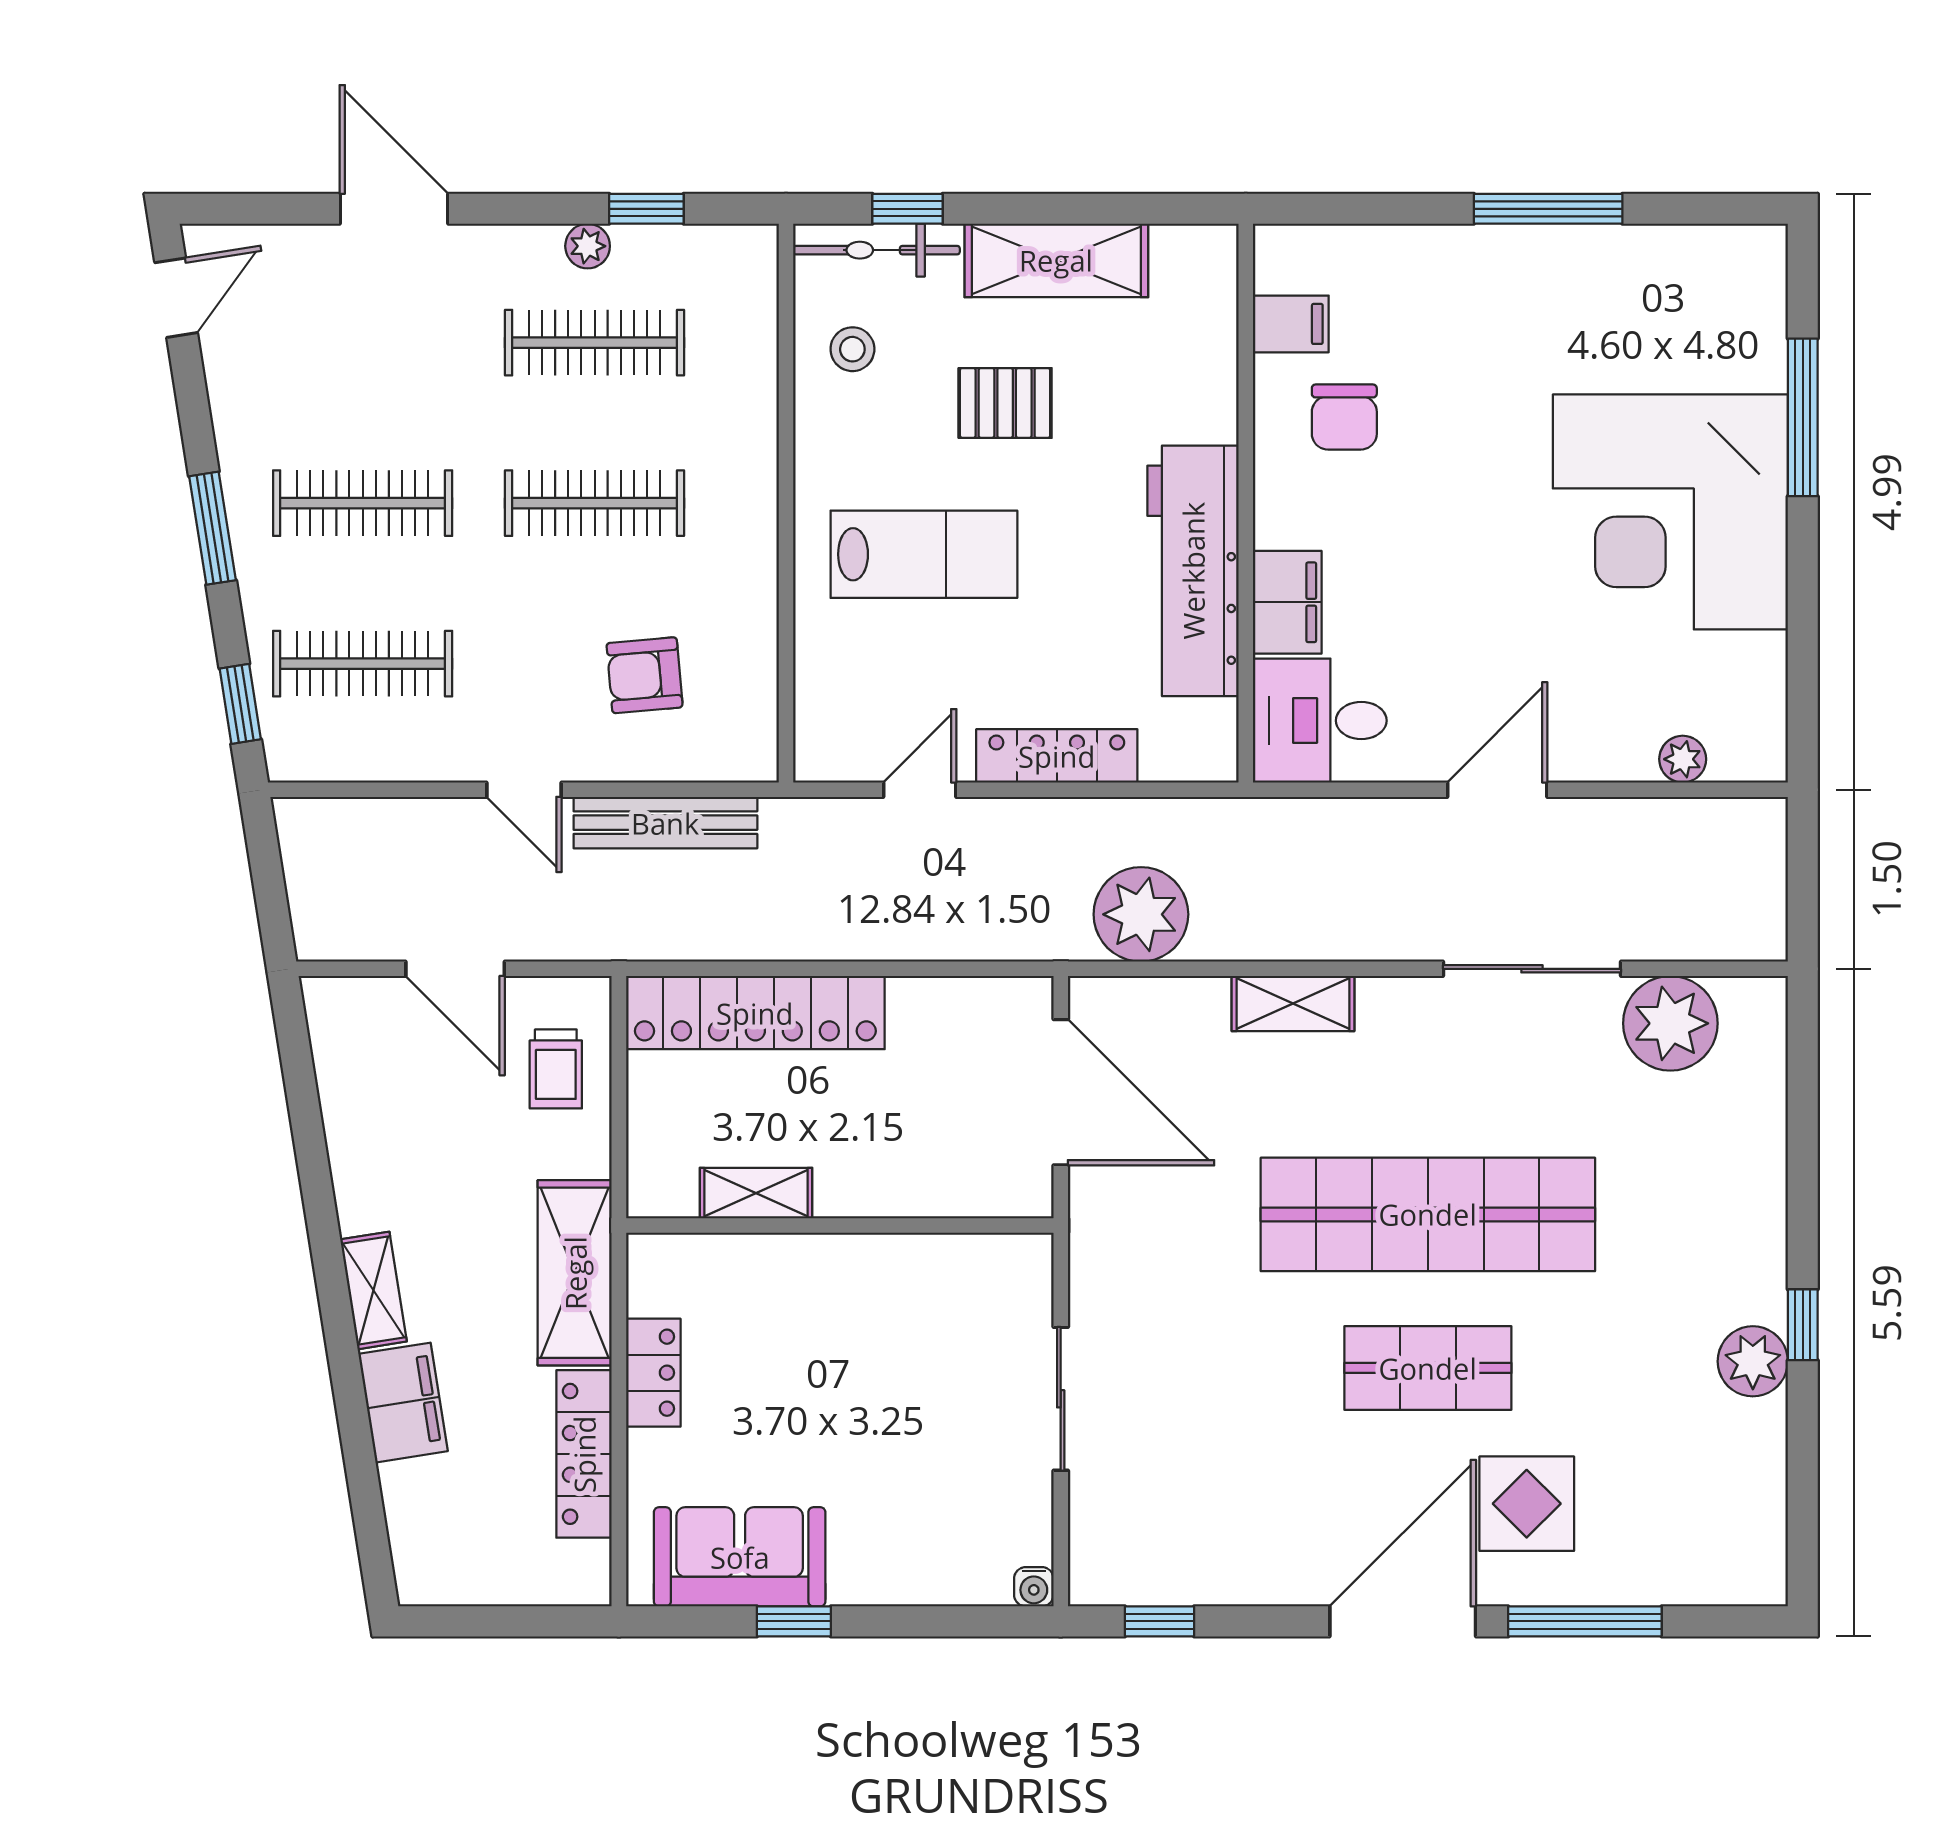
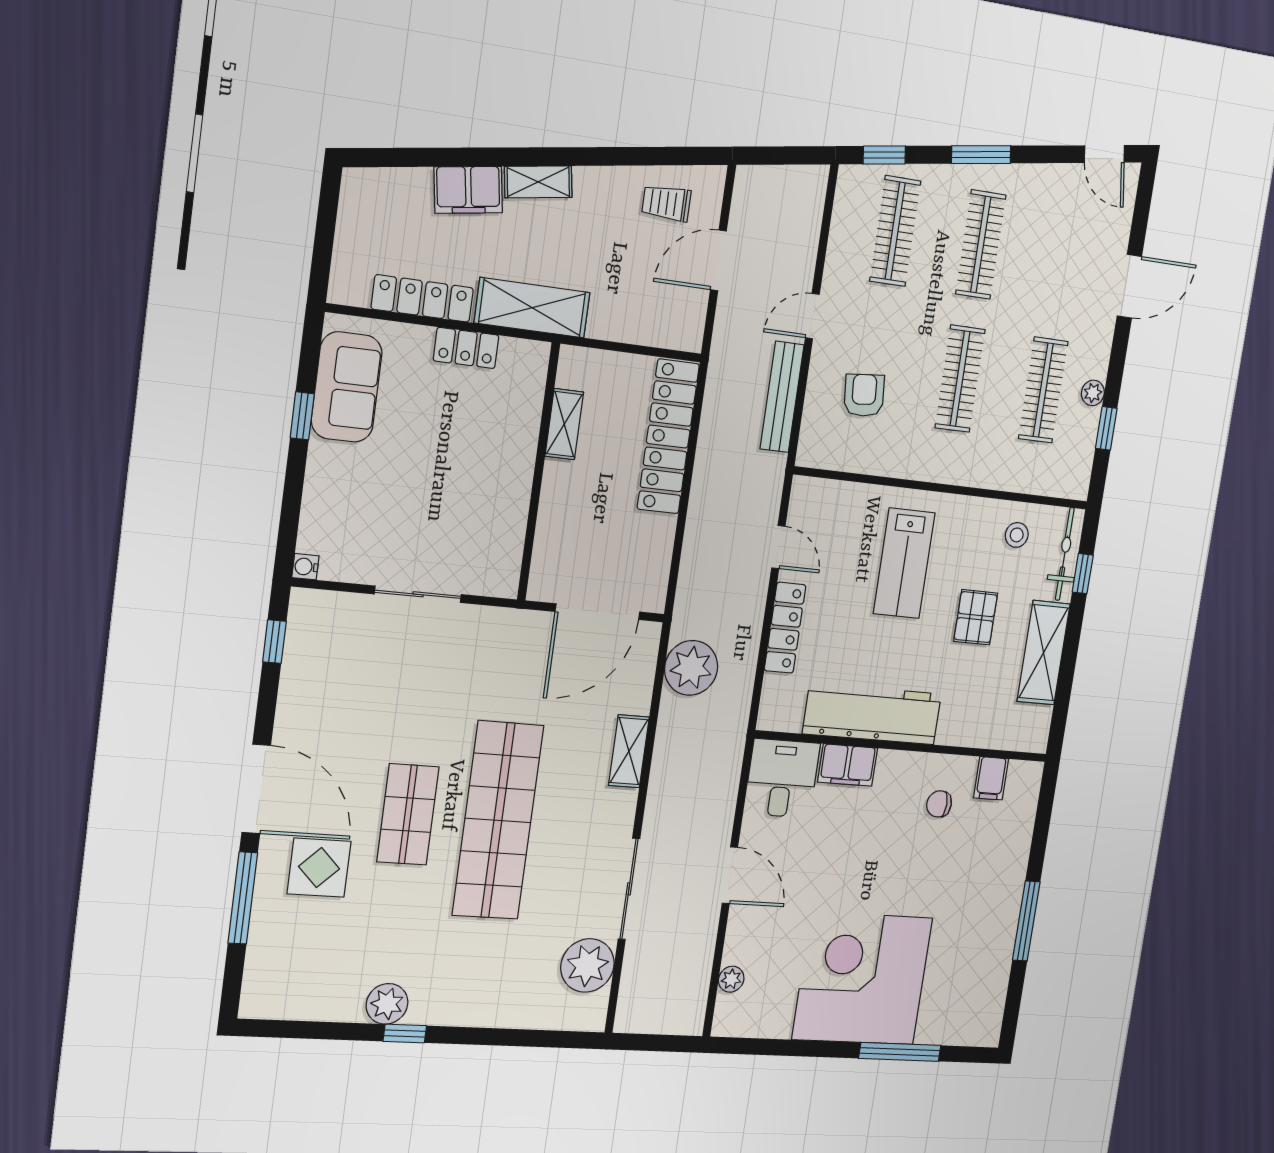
chair: (1344, 417) -> (939, 804), width x0.73, depth x0.73
trolley: (556, 1069) -> (666, 203), moved

